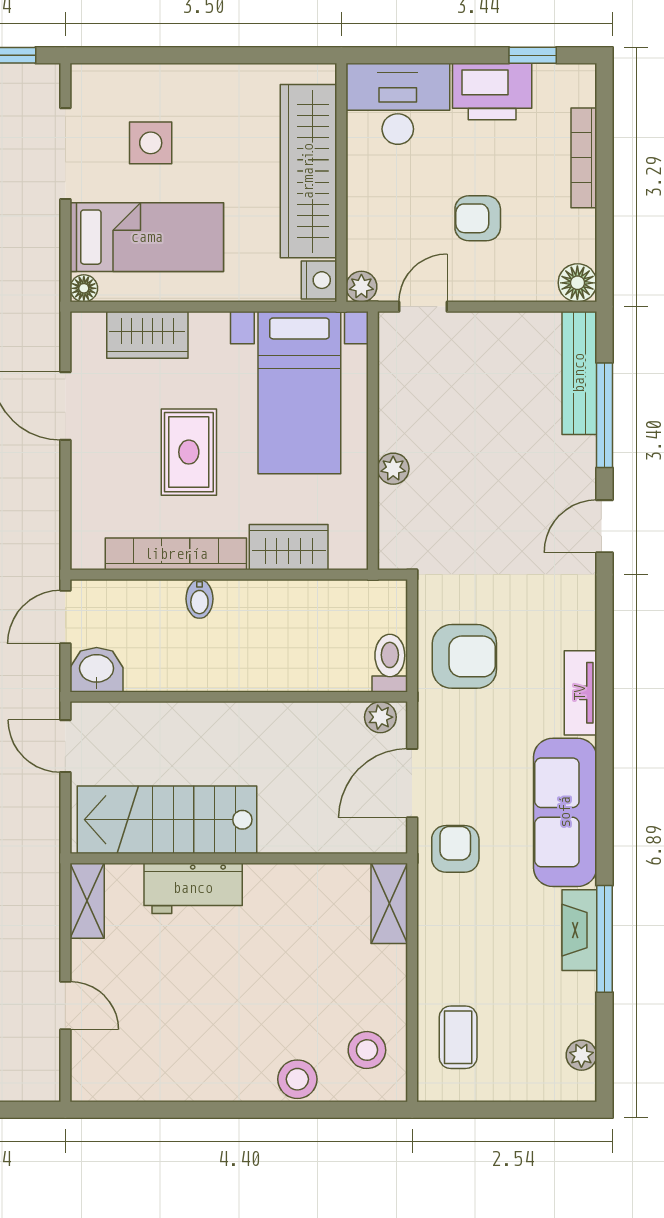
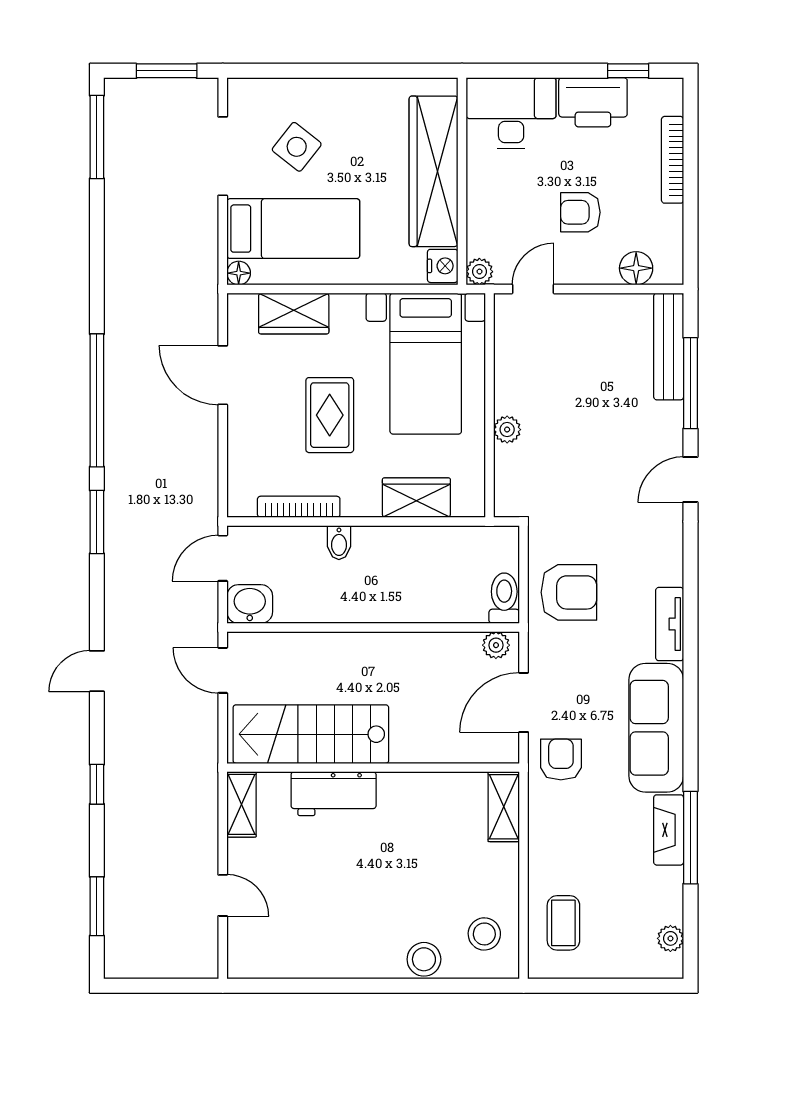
side table: (151, 143) -> (297, 147), turned 38
floor lamp: (577, 283) -> (636, 268), moved
bookcase: (176, 554) -> (299, 507), width x0.68, depth x0.76

